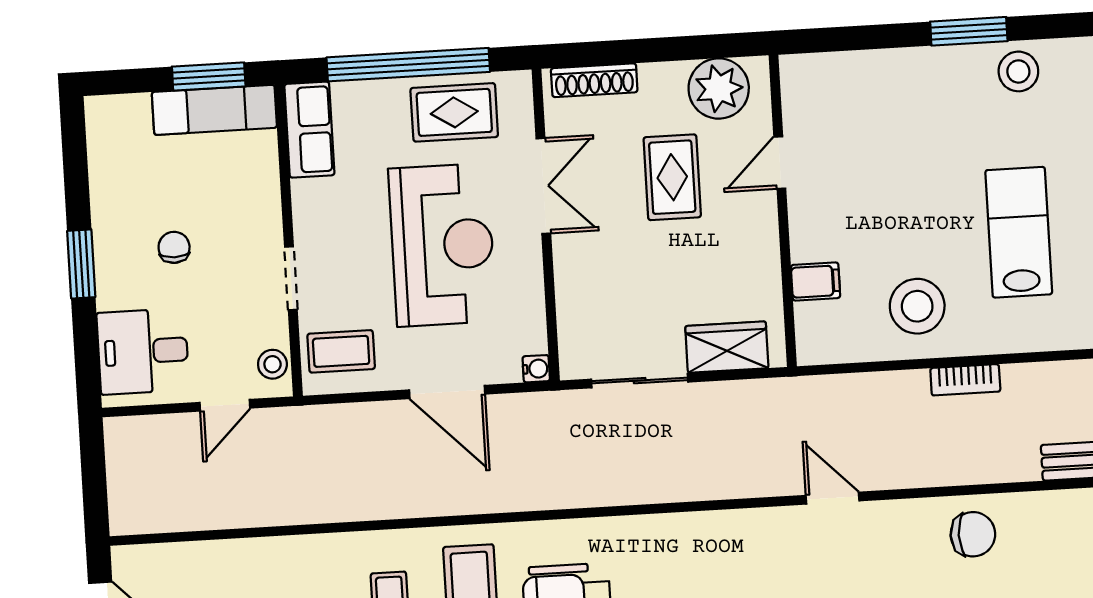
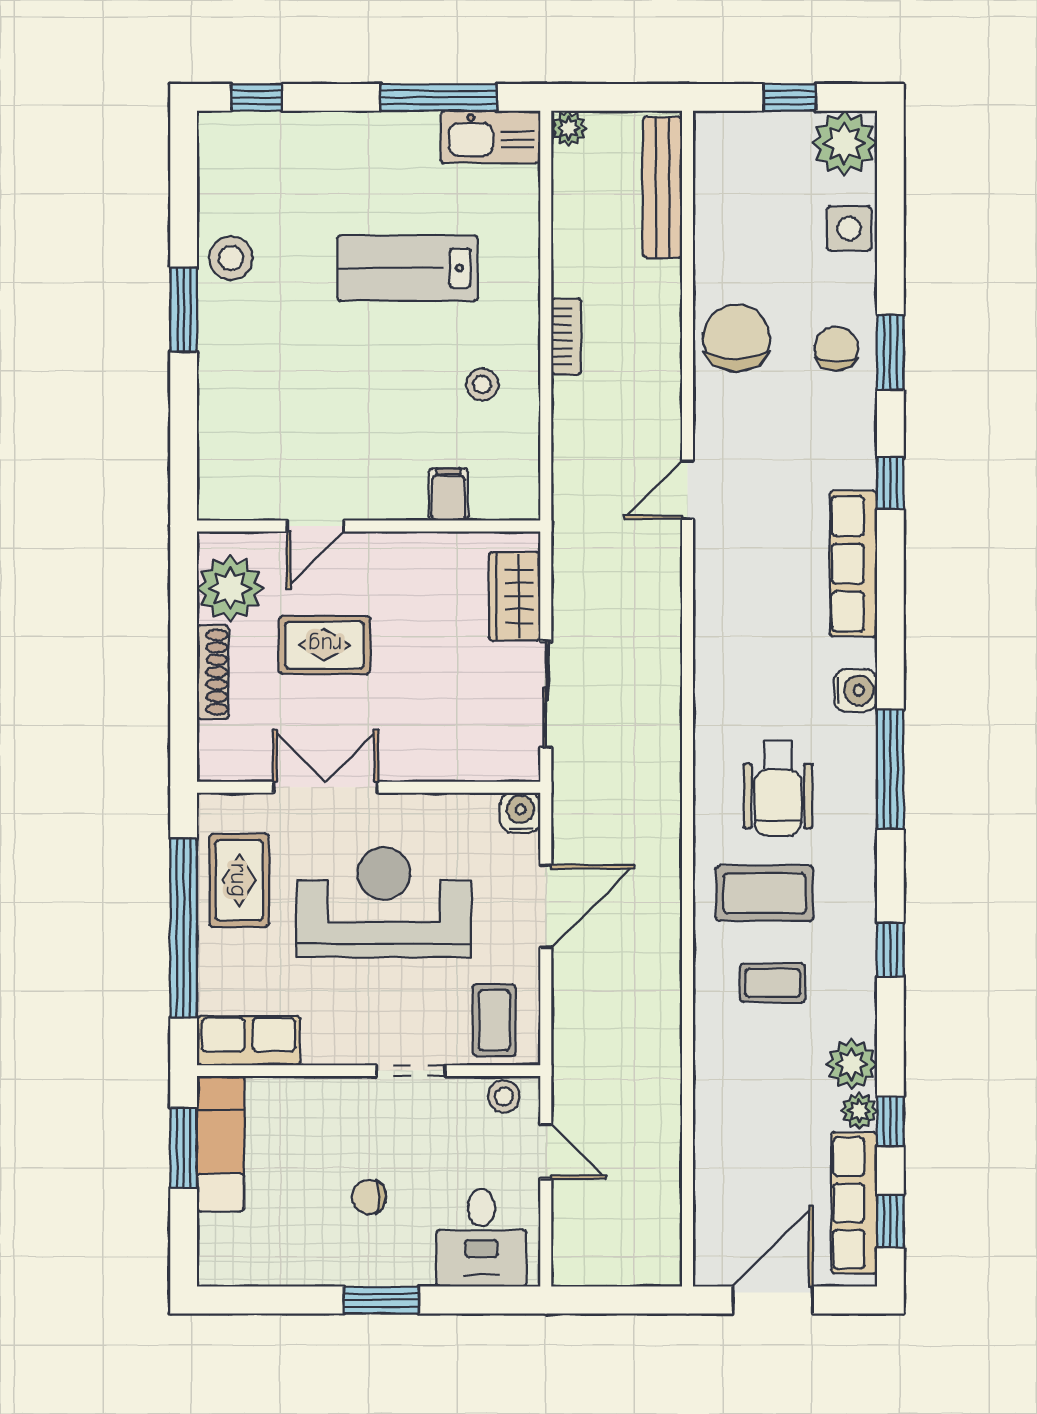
shoe rack: (594, 80) -> (213, 672), moved
door: (780, 163) -> (316, 526), hinge flipped
stool: (917, 306) -> (482, 384), width x0.53, depth x0.53
water cooler: (536, 369) -> (521, 813), width x1.38, depth x1.38
chair: (973, 534) -> (736, 338), width x1.37, depth x1.37

